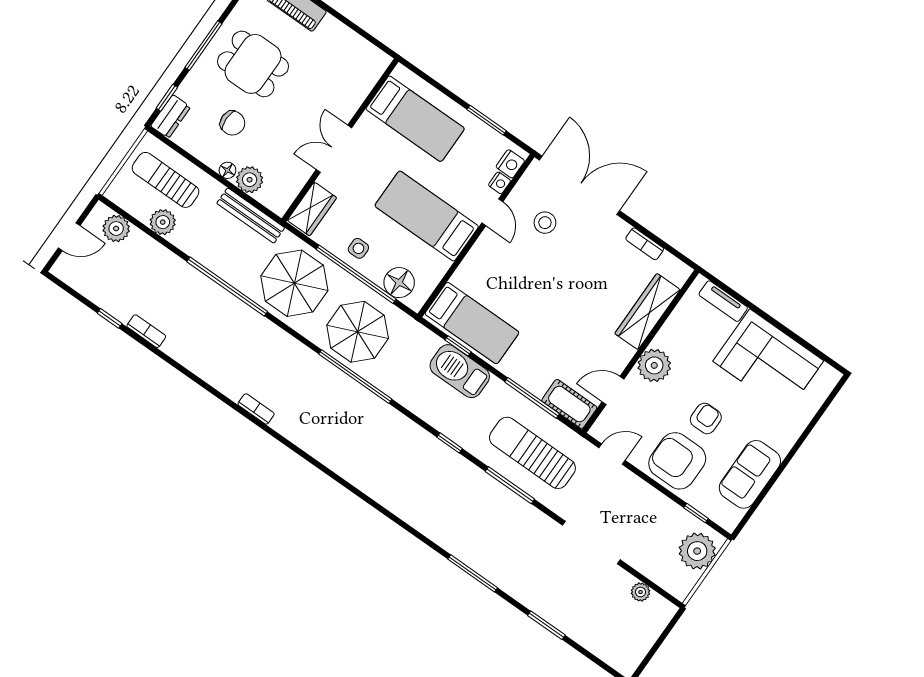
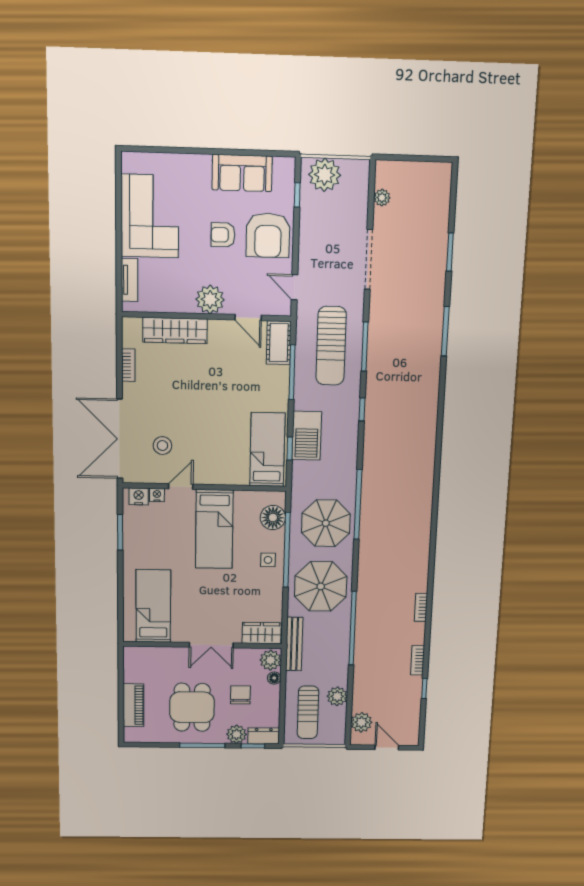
plant: (191, 90) -> (237, 734), added
bed: (415, 119) -> (153, 606), moved
wall: (340, 140) -> (203, 645), moved
double door: (334, 149) -> (211, 645), moved
wardrobe: (312, 209) -> (262, 633), moved
bookcase: (256, 409) -> (421, 607), moved

